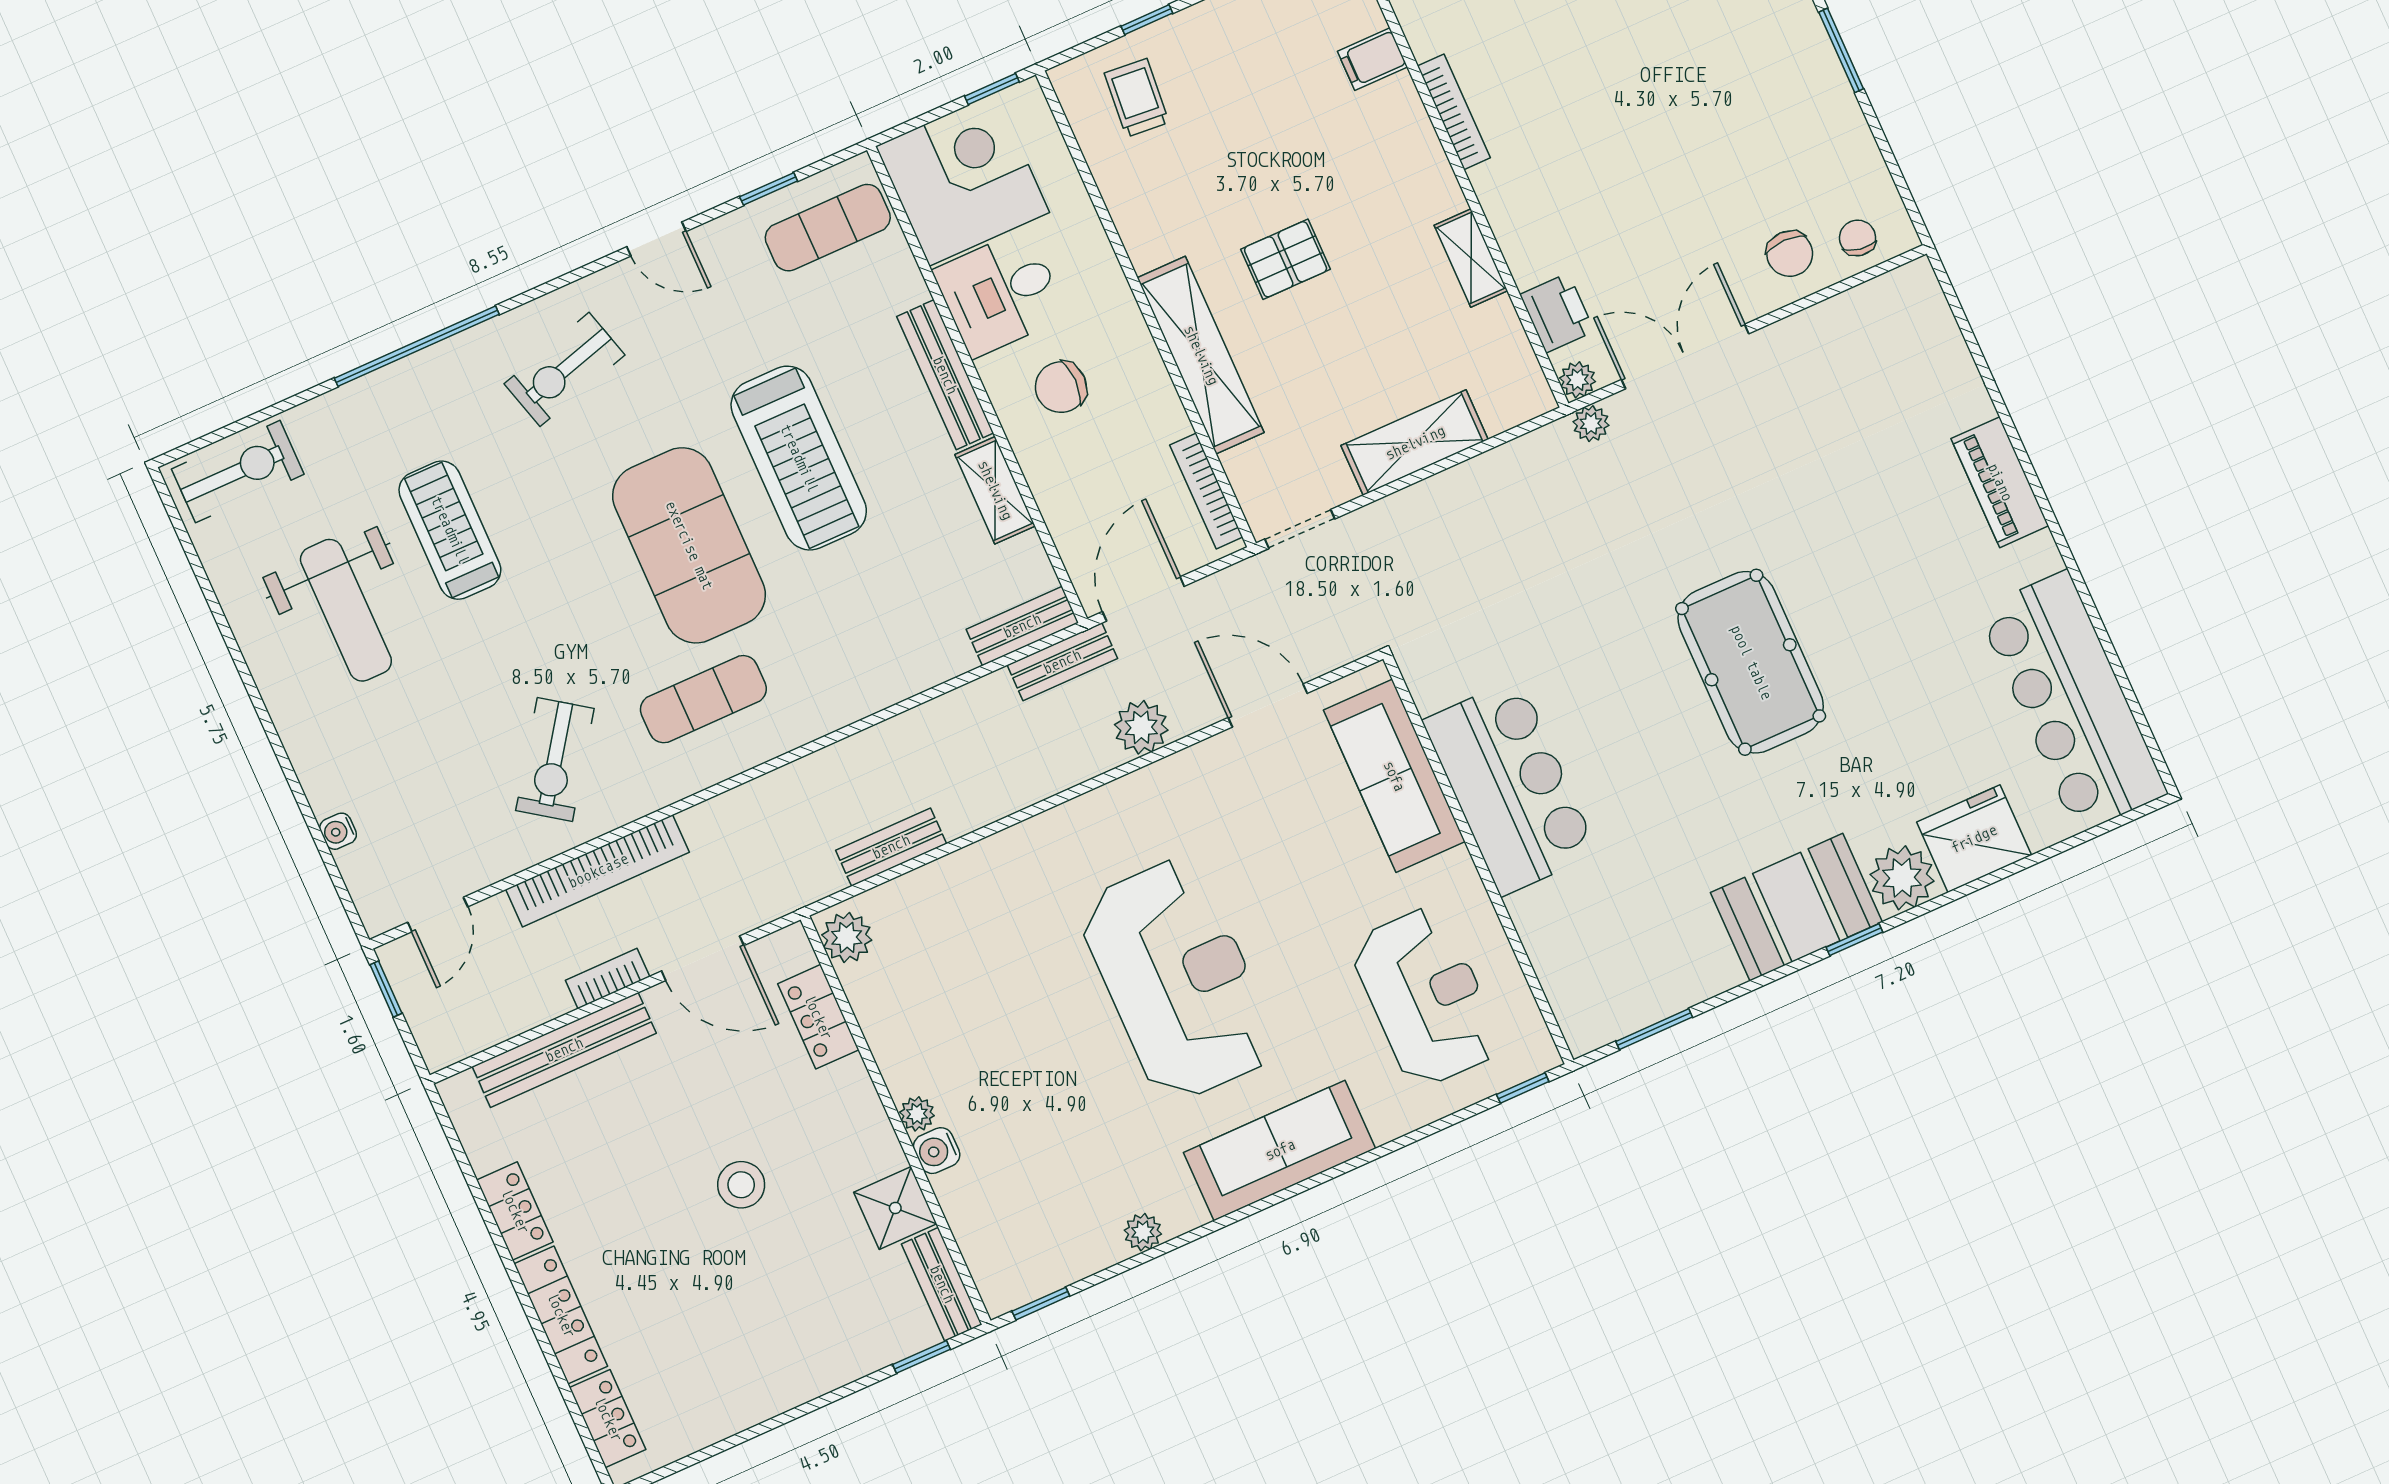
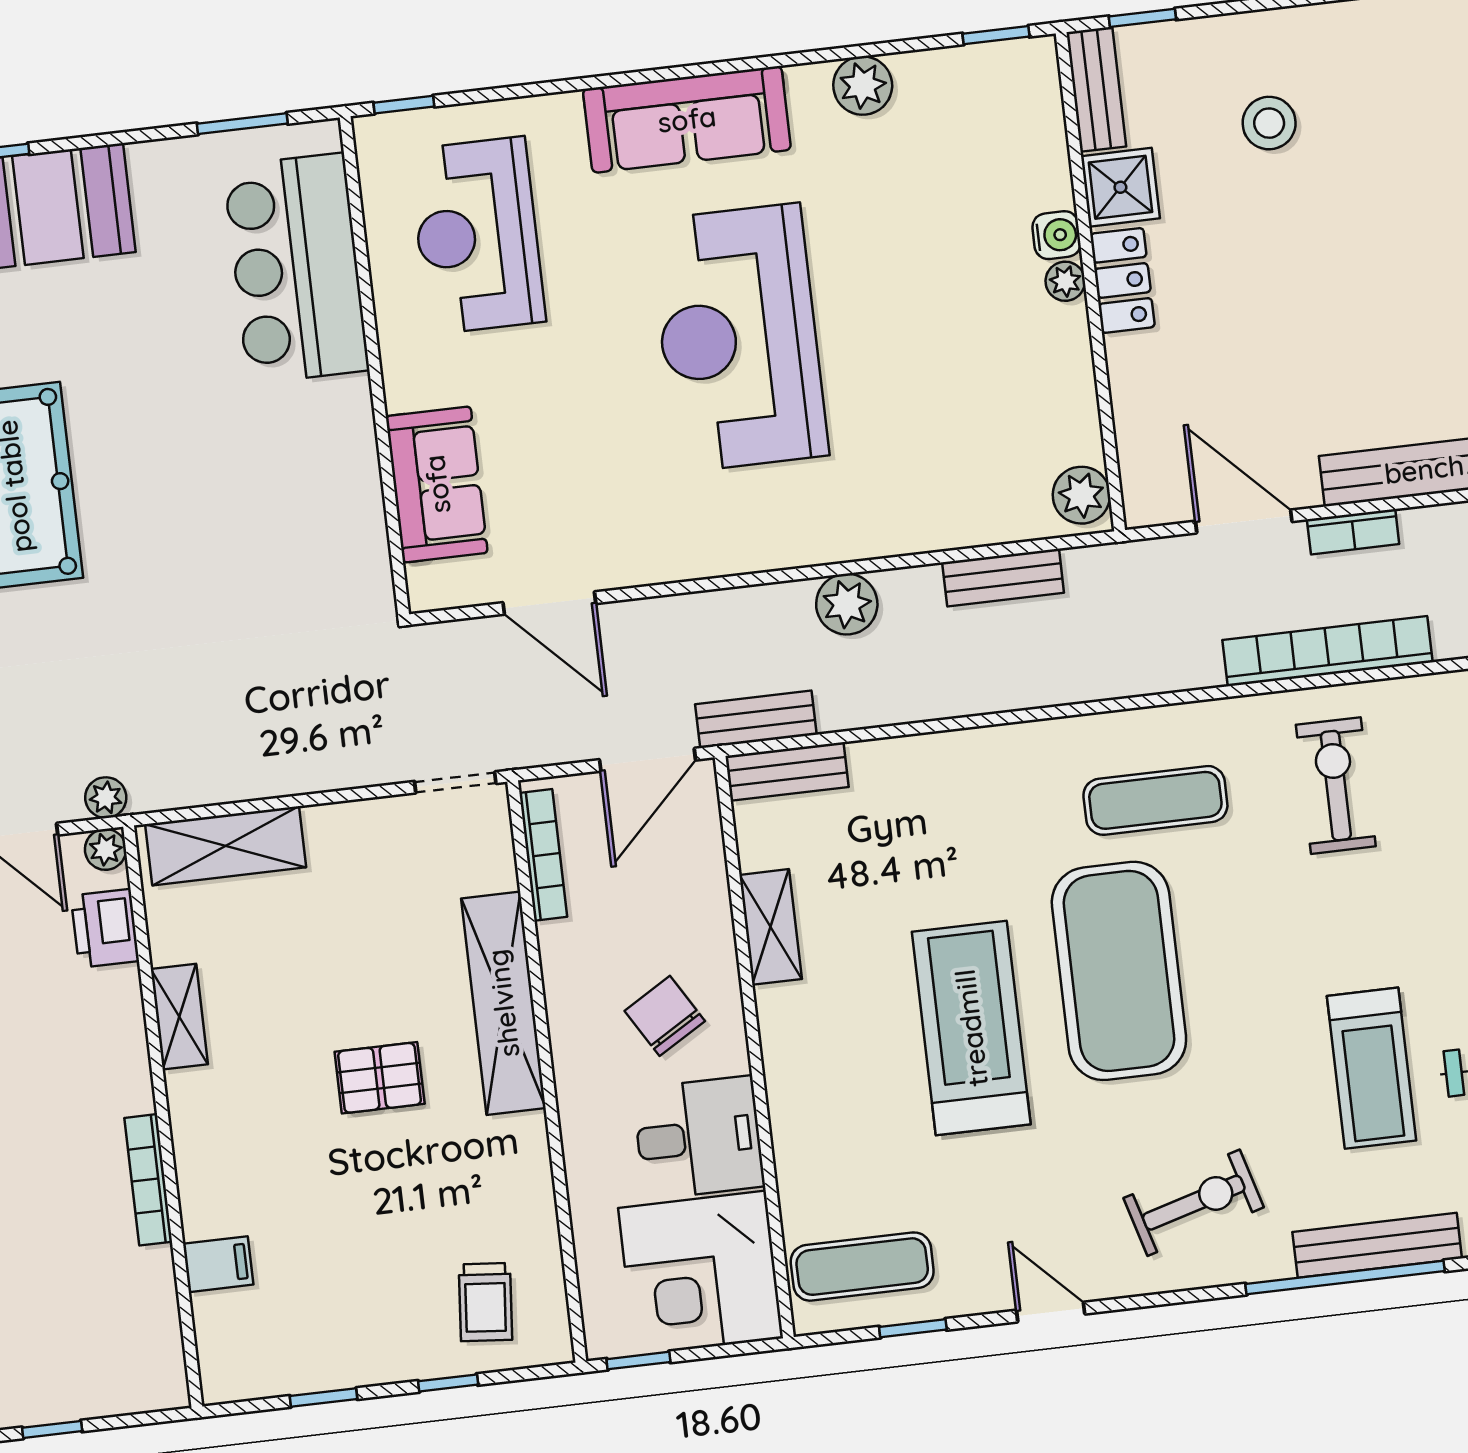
bench: (945, 375) -> (1377, 1245), moved, turned 90
chair: (1061, 387) -> (665, 1016), turned -121
shelving: (1415, 443) -> (226, 846), moved
plant: (1141, 727) -> (847, 604), moved
exercise bike: (555, 759) -> (1336, 786), turned -35
sofa: (1394, 776) -> (437, 484), width x0.73
bar counter: (1510, 787) -> (296, 268), moved
locker: (818, 1017) -> (1122, 280), moved
stool: (741, 1185) -> (1269, 123), moved
plant: (1143, 1232) -> (863, 86), width x1.38, depth x1.38

